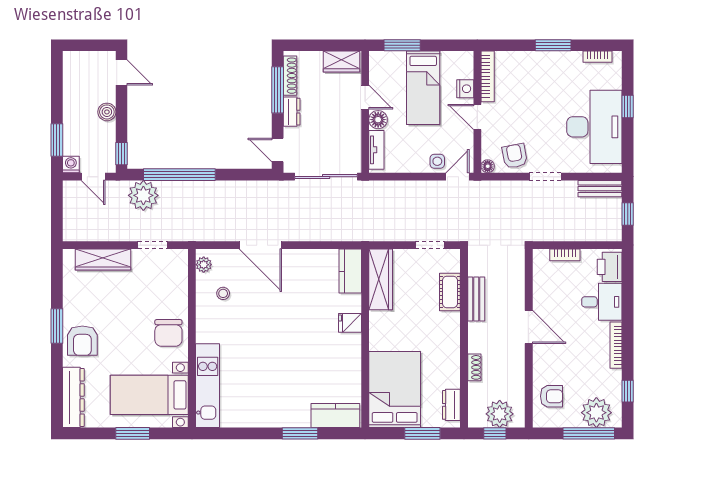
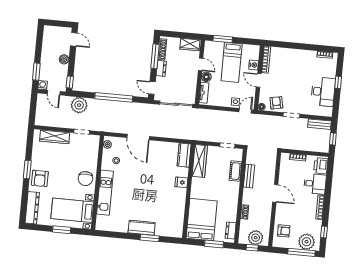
window: (553, 45) -> (302, 46), removed
desk: (594, 127) -> (323, 92), width x0.73, depth x0.77
window: (179, 175) -> (114, 97), moved
kitchen unit: (208, 386) -> (105, 193), moved
kitchen counter: (335, 416) -> (142, 228), moved

